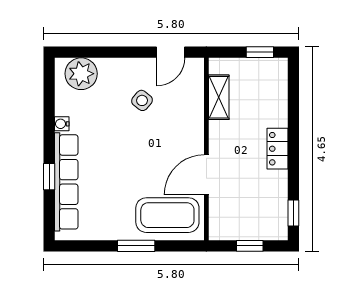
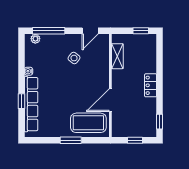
window: (97, 52) -> (49, 31), added
plant: (81, 74) -> (35, 39), width x0.53, depth x0.53

